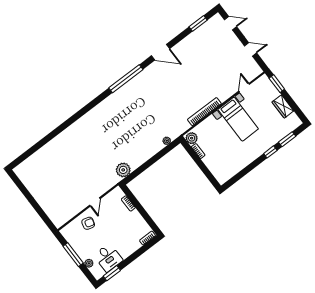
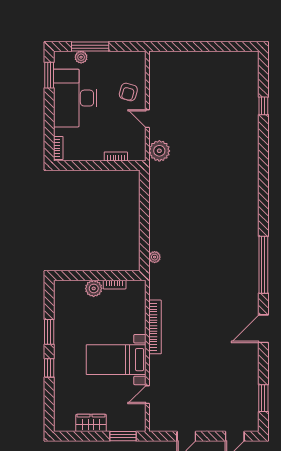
door: (244, 88) -> (147, 395), swing flipped
plant: (192, 138) -> (94, 288), moved
window: (287, 139) -> (49, 332), moved
window: (40, 144) -> (263, 106), added
plant: (123, 170) -> (159, 151), moved
window: (73, 255) -> (90, 47), moved
desk: (108, 258) -> (75, 98), width x1.87, depth x1.30

